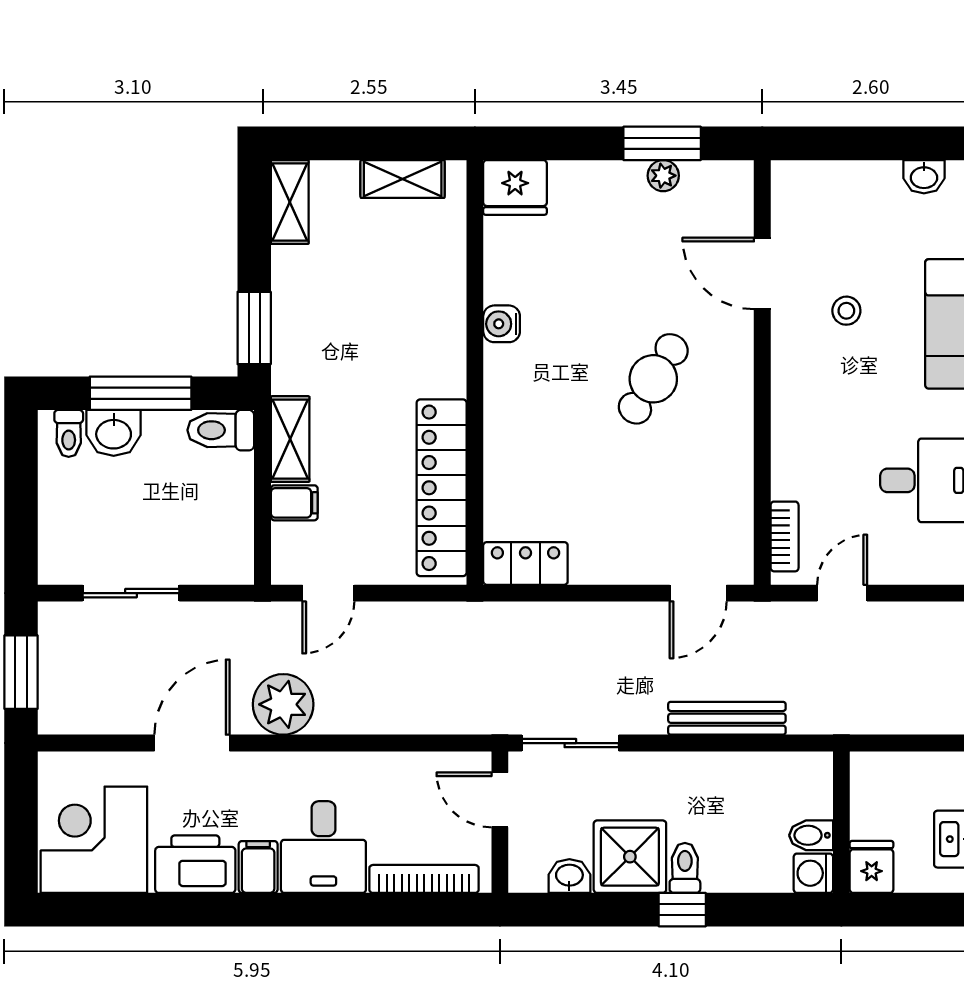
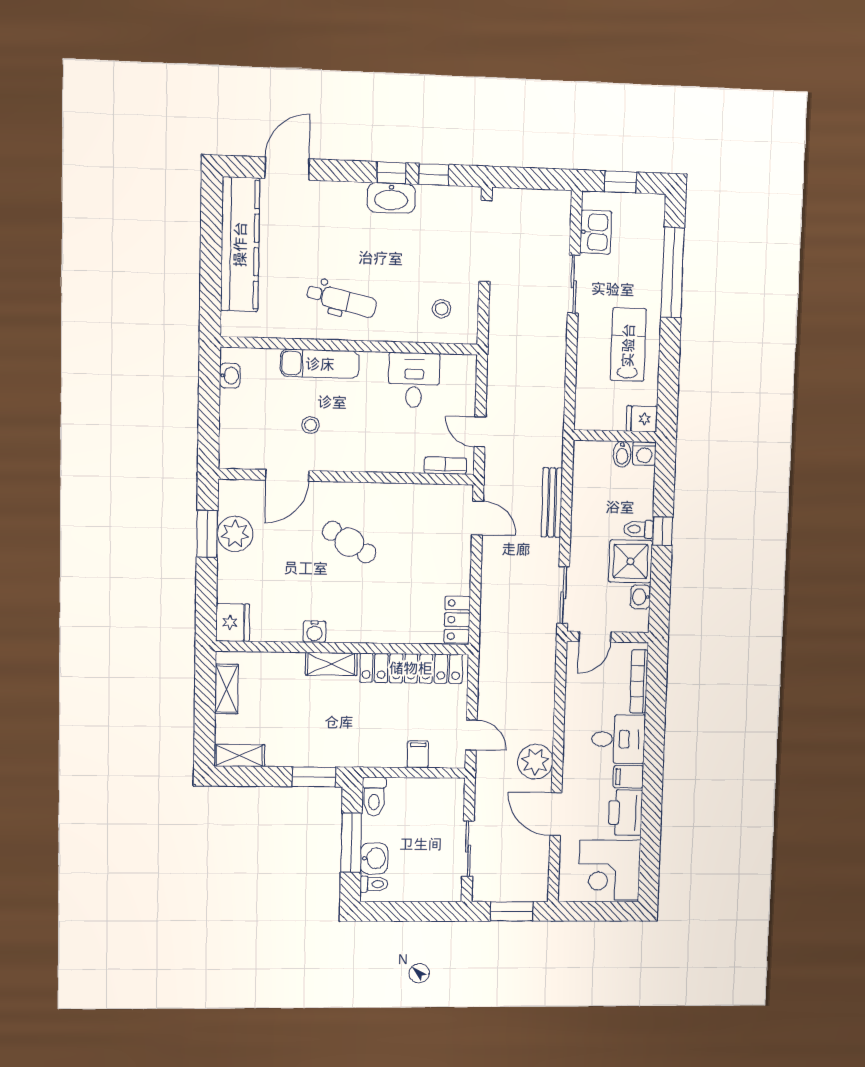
plant: (663, 176) -> (235, 534), width x1.88, depth x1.88
shelving: (290, 439) -> (331, 664), moved

